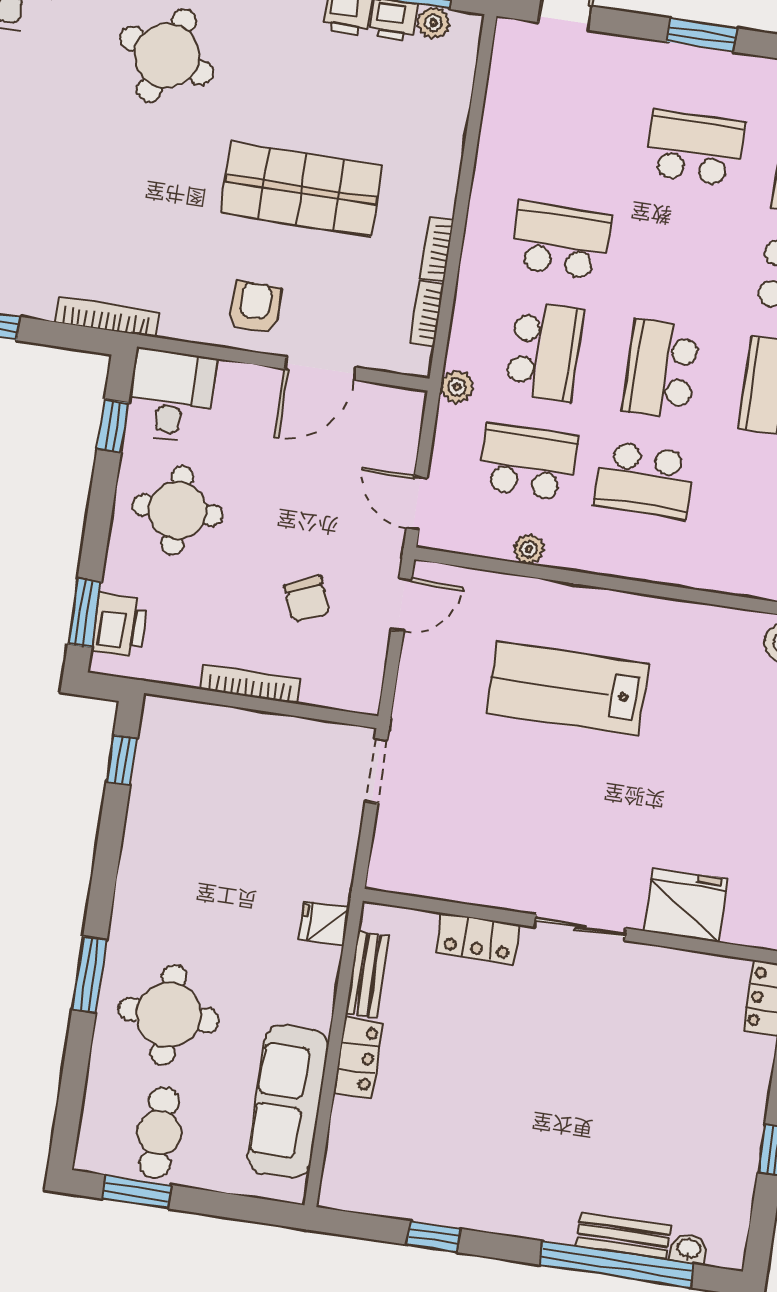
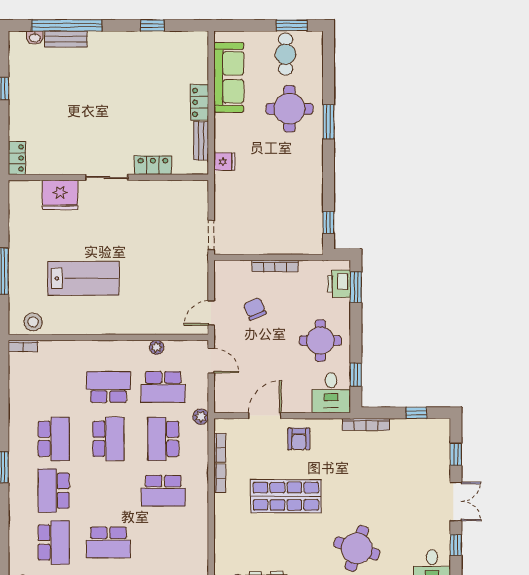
lab bench: (567, 689) -> (83, 278), moved

